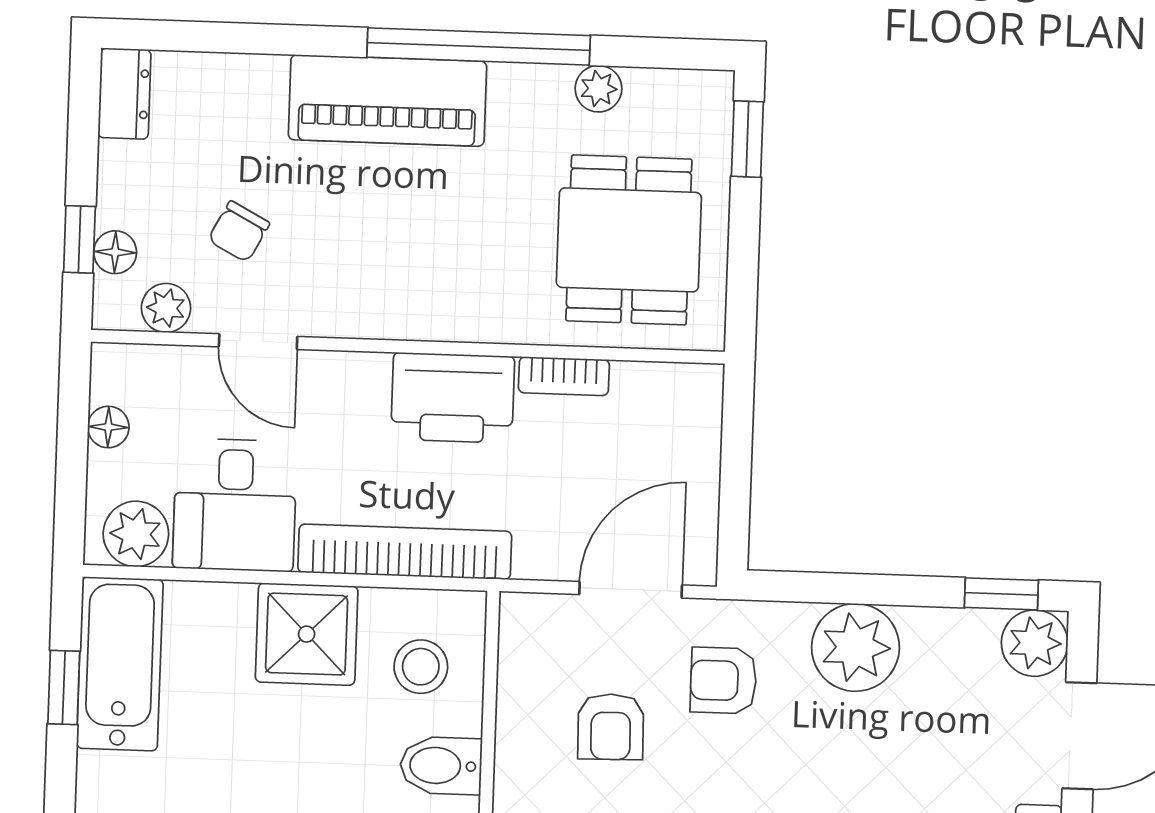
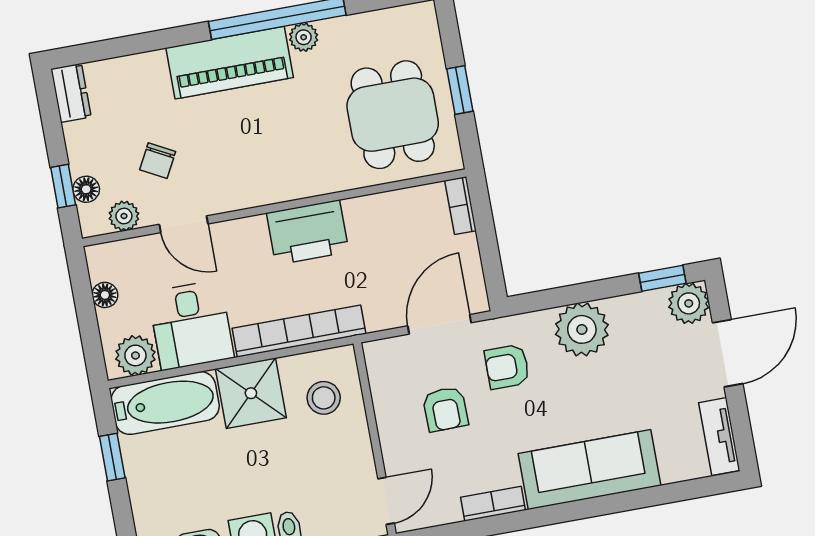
plant: (599, 89) -> (304, 37), moved
window: (747, 139) -> (460, 90), moved
bookcase: (564, 376) -> (460, 206), moved, turned 90
bathtub: (120, 664) -> (165, 403), moved, turned 90
bidet: (441, 766) -> (349, 455), removed

